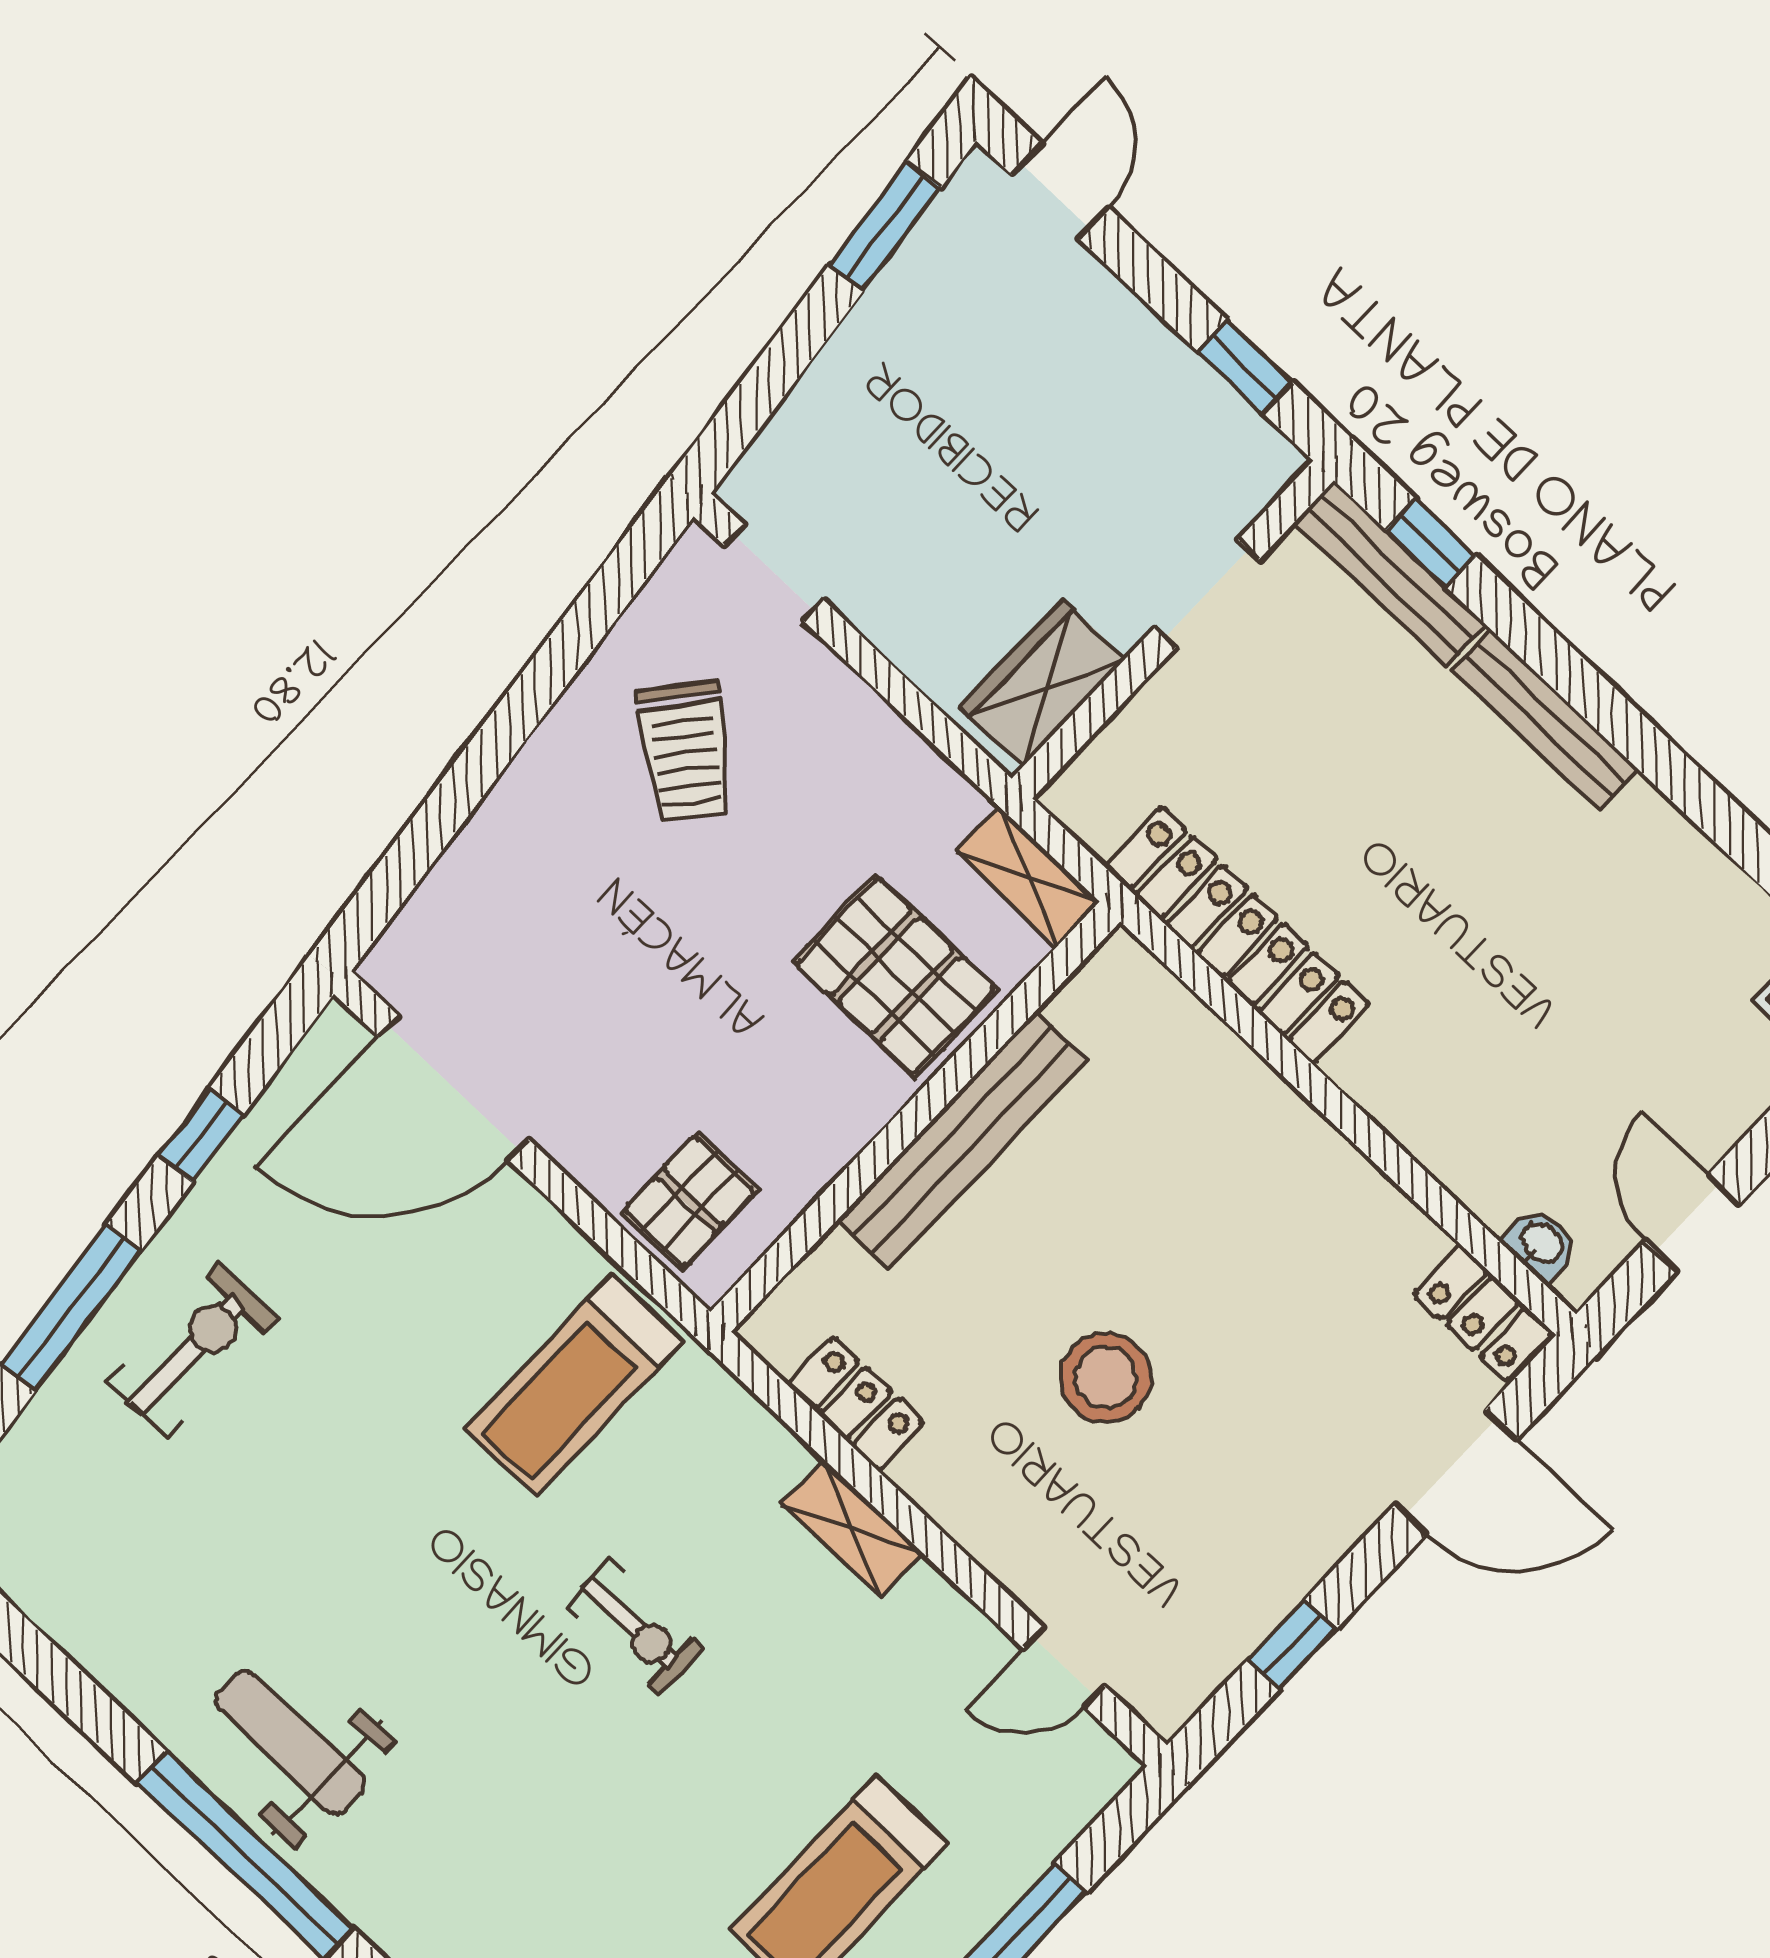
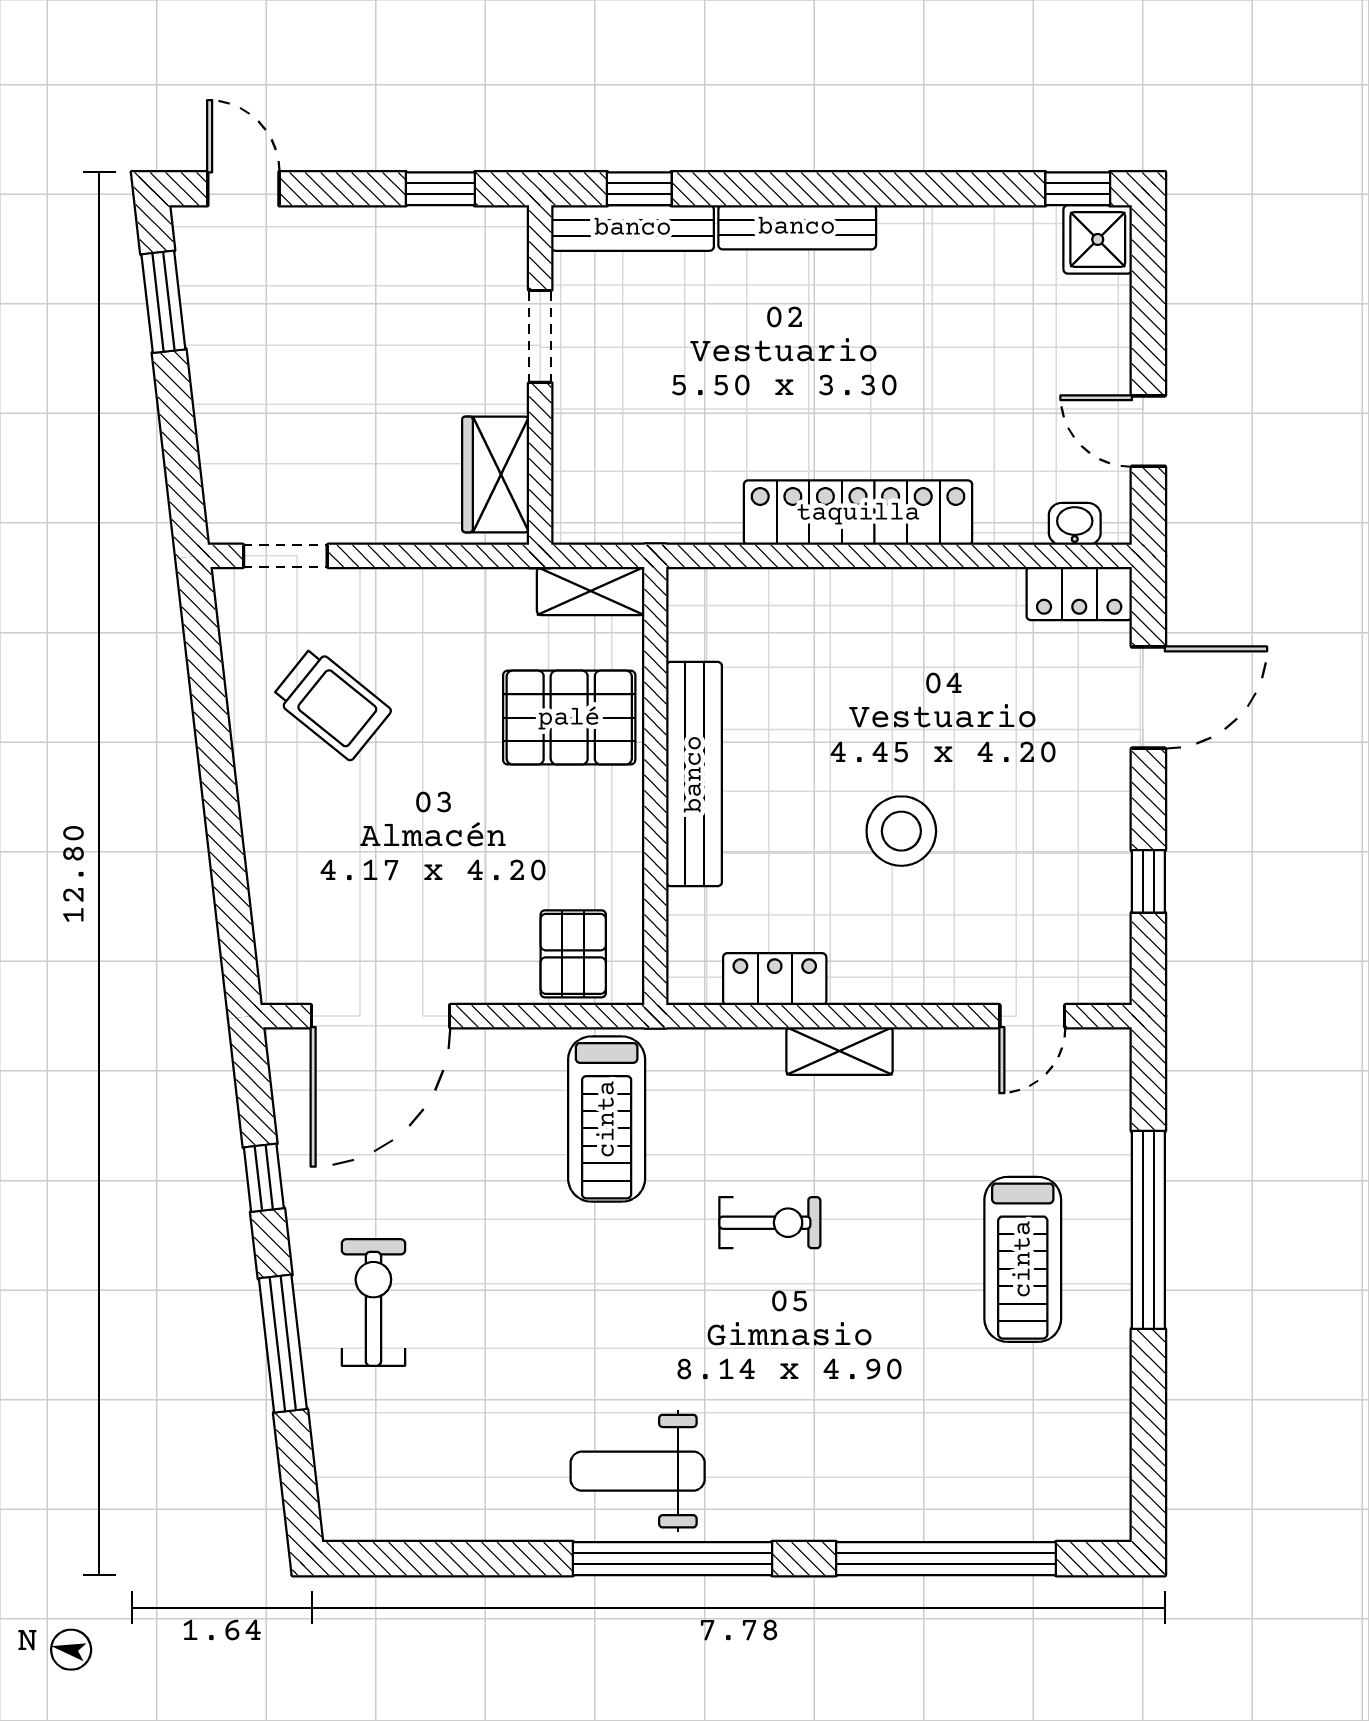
locker: (1237, 936) -> (858, 513), moved

